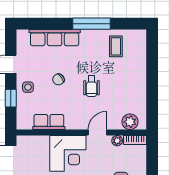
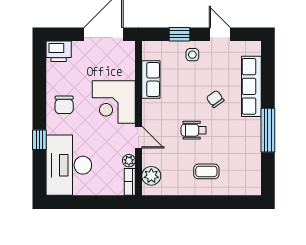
coffee table: (116, 46) -> (206, 171), moved
chair: (58, 79) -> (215, 99), moved

